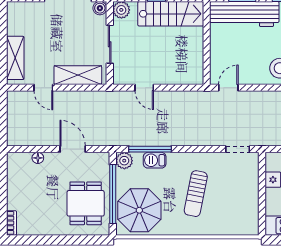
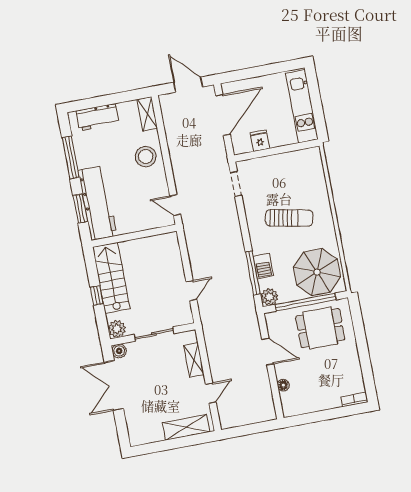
shelving: (78, 75) -> (194, 360), width x0.67, depth x0.75
door: (73, 149) -> (268, 352), swing flipped

